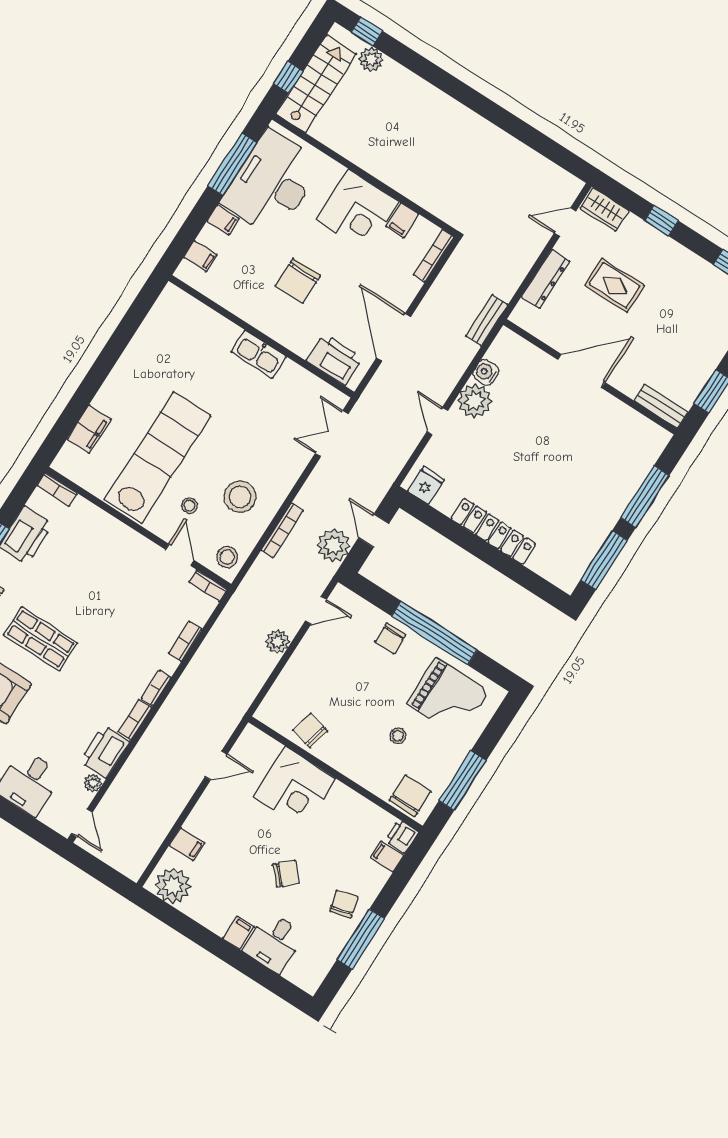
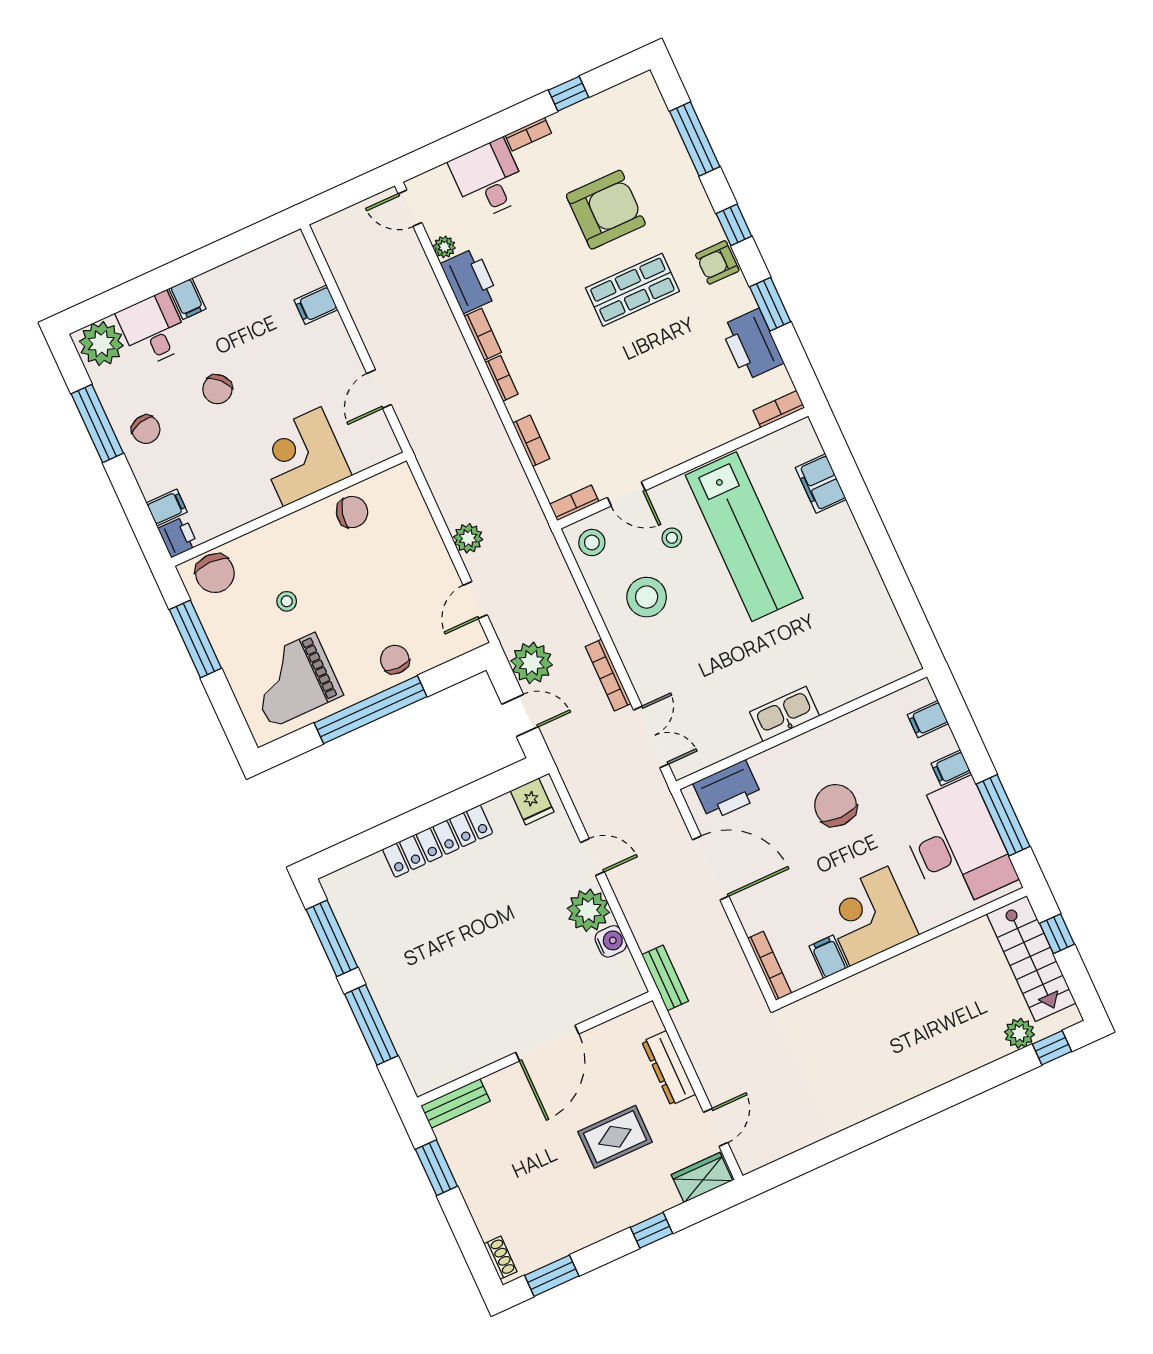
bookcase: (282, 530) -> (608, 675), moved
plant: (173, 886) -> (101, 344), moved

